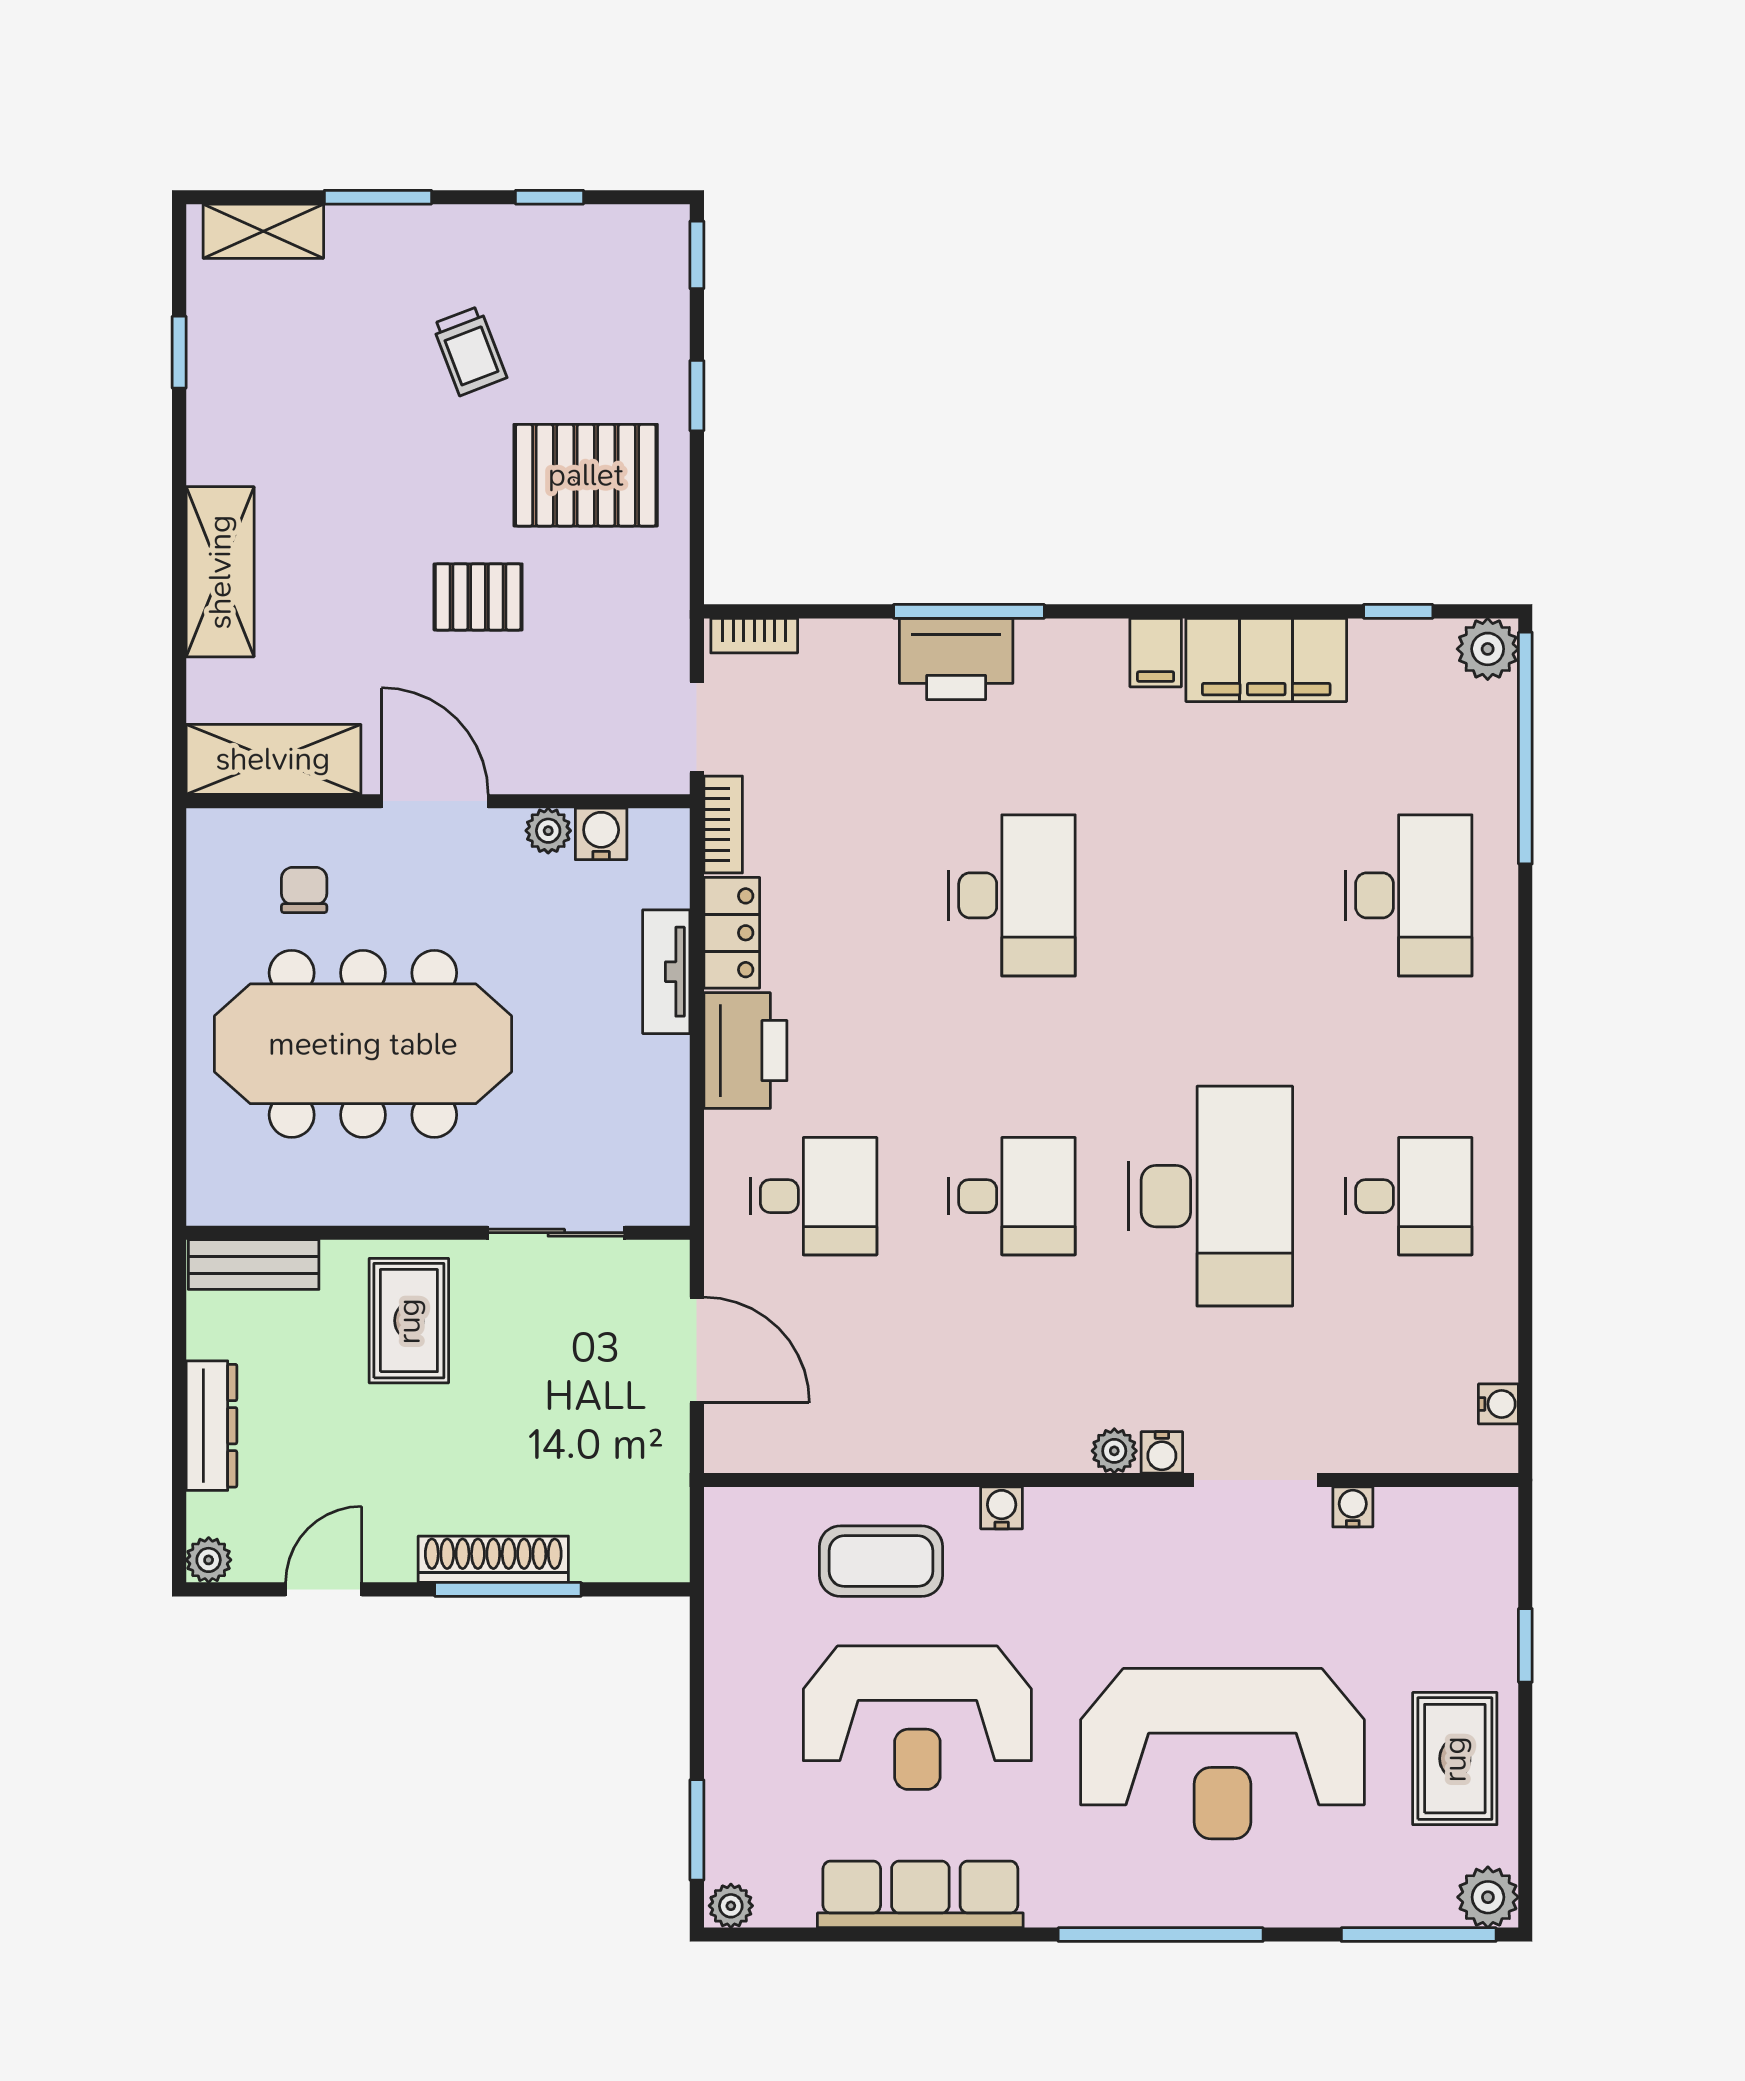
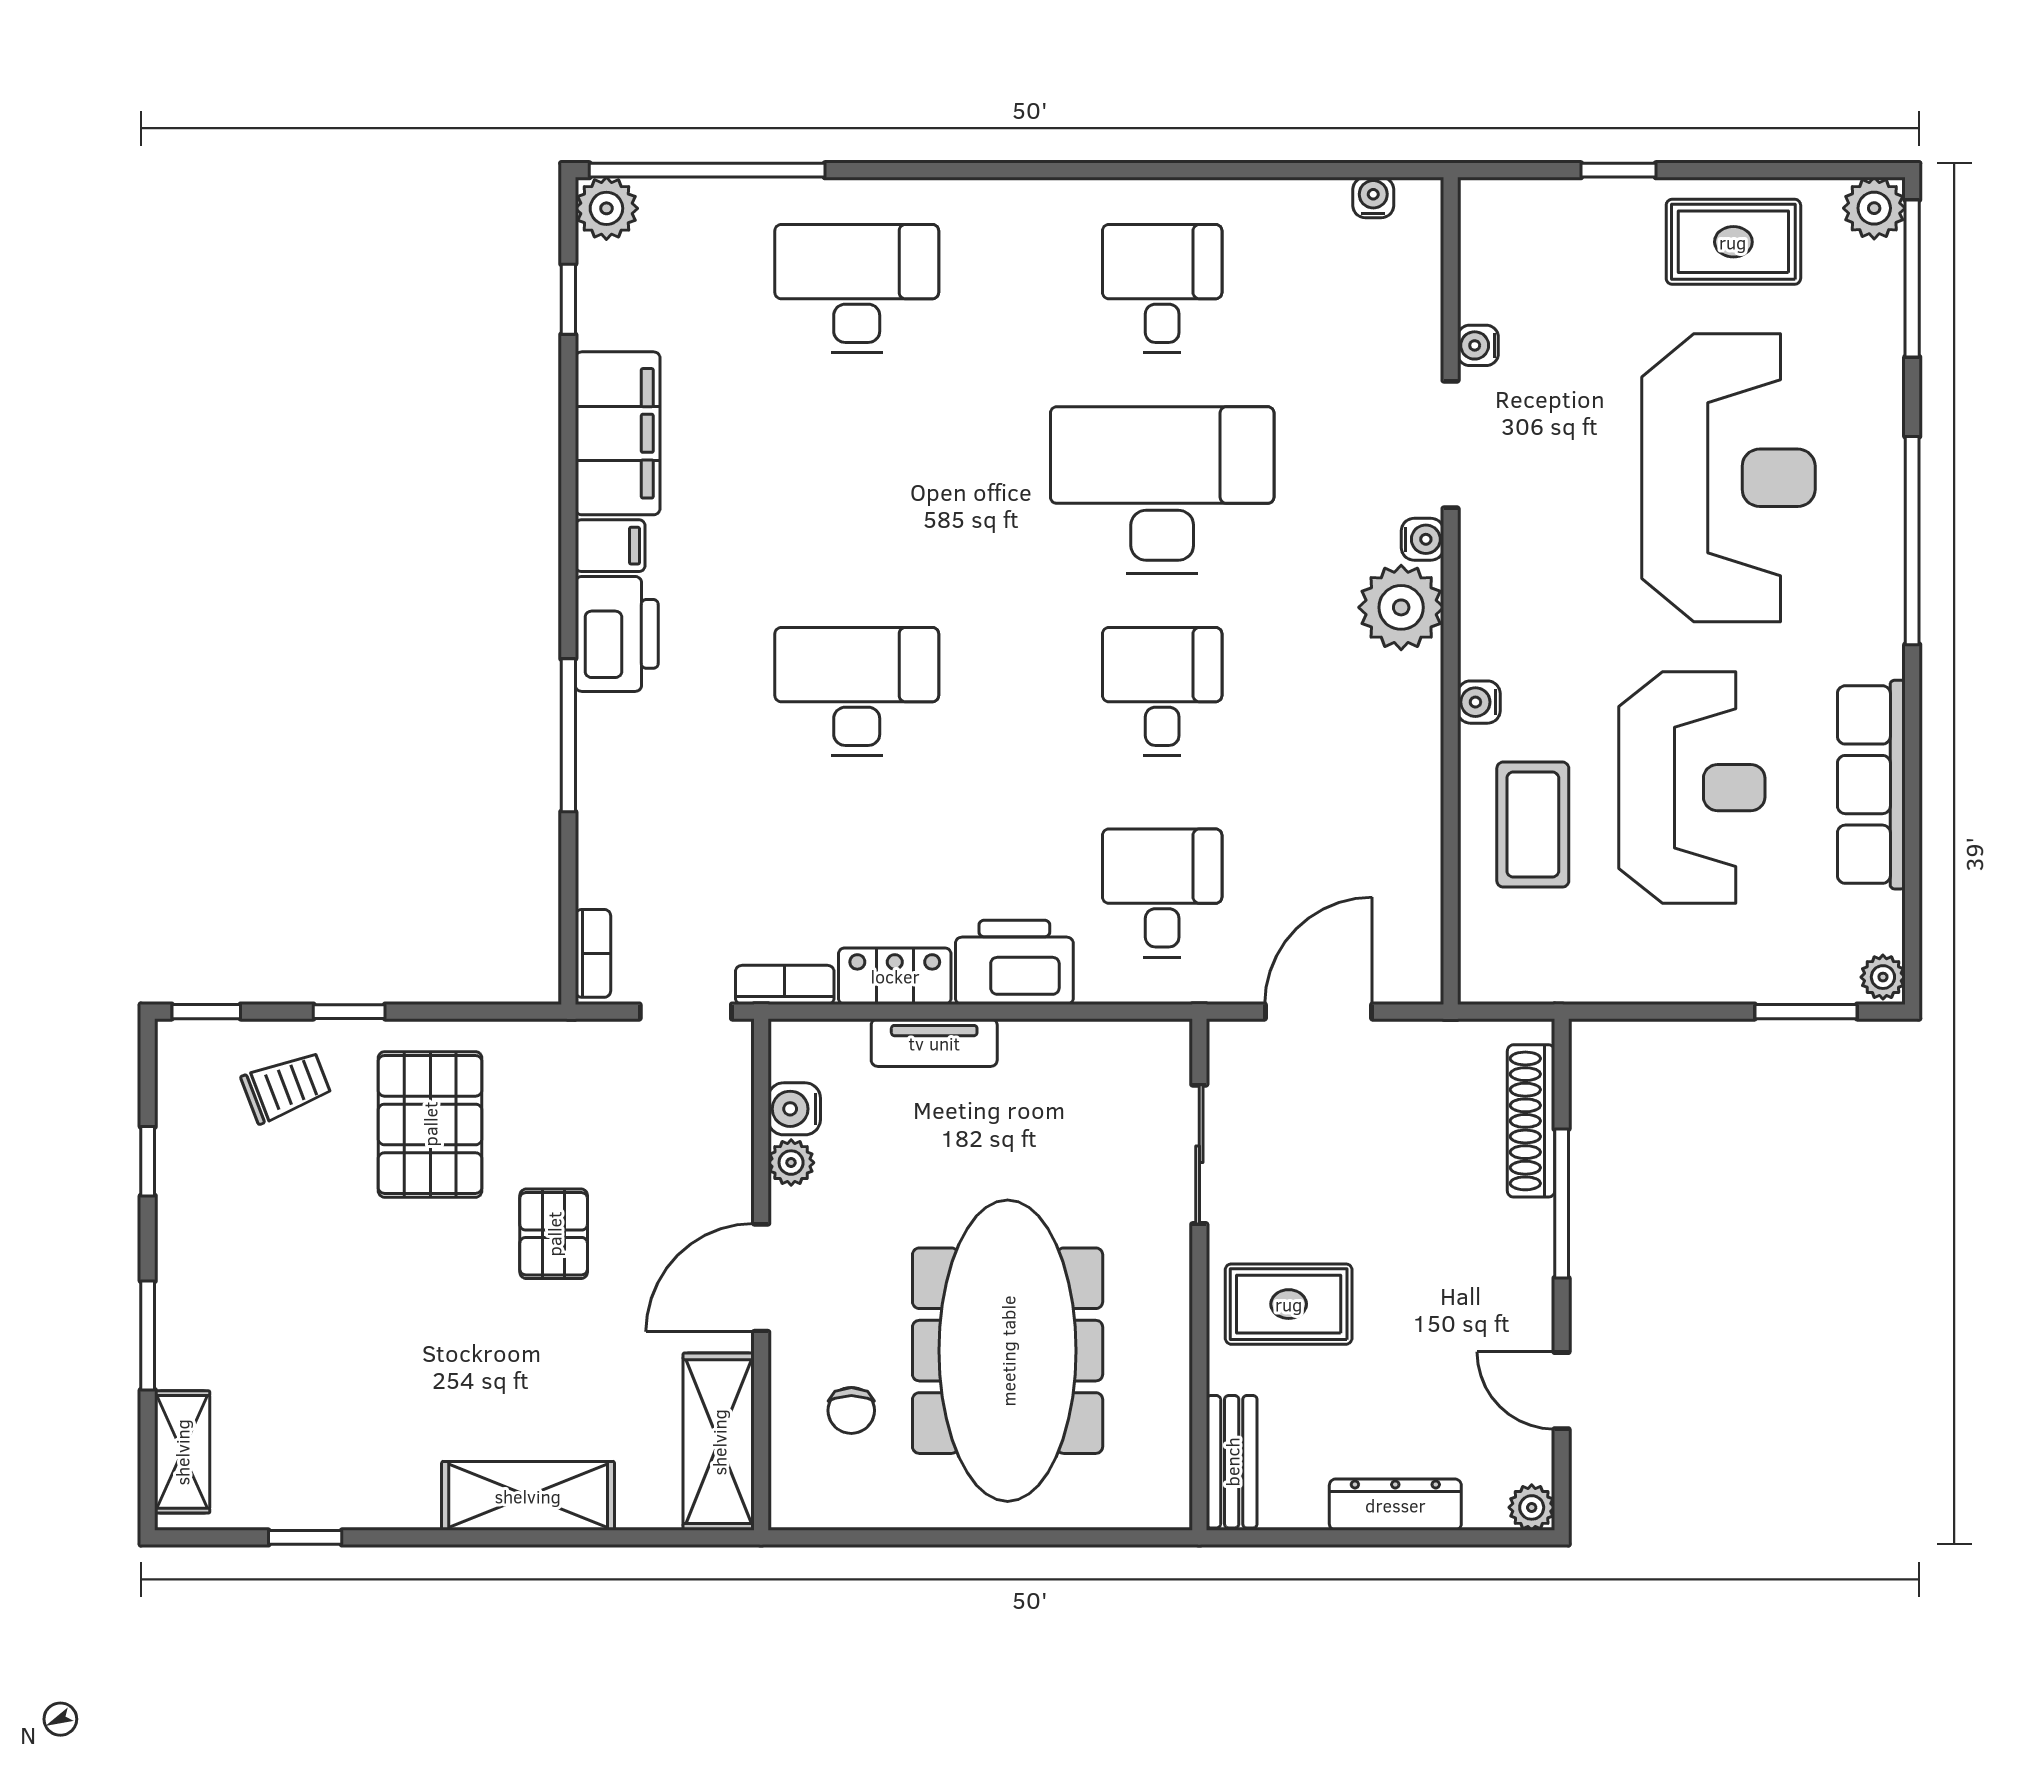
trolley: (470, 351) -> (286, 1087), moved
printer: (956, 659) -> (617, 634), moved
chair: (304, 890) -> (851, 1410), turned -90
plant: (1114, 1451) -> (1401, 607), width x1.88, depth x1.88
shoe rack: (493, 1559) -> (1531, 1121), moved

